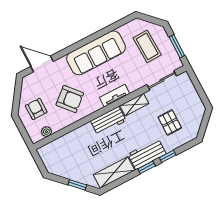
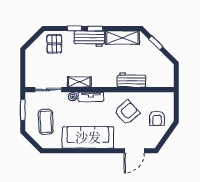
door: (42, 64) -> (134, 151), hinge flipped
armchair: (70, 99) -> (127, 112), turned 90
workbench: (108, 121) -> (132, 80), moved
pallet: (170, 122) -> (54, 44), moved
plant: (46, 132) -> (73, 97), moved

